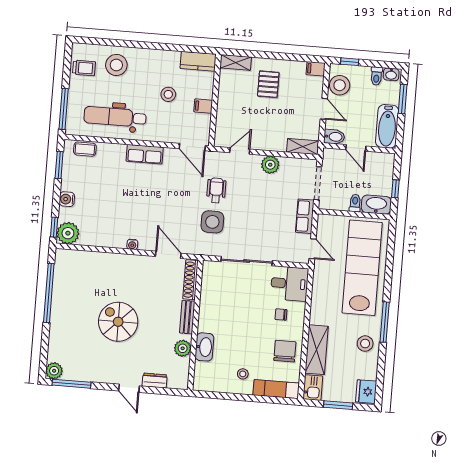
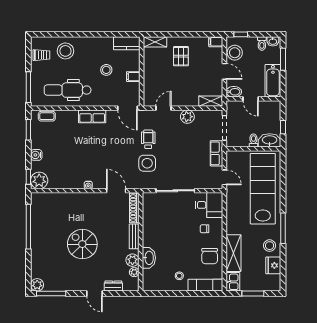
chair: (285, 351) -> (210, 256), turned 180
plant: (184, 364) -> (134, 272), added
fridge: (366, 392) -> (273, 265), moved

